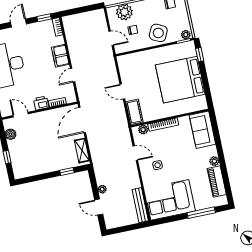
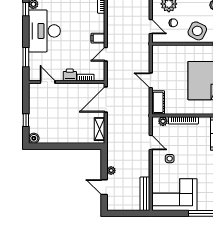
filing cabinet: (60, 56) -> (98, 38), width x0.50
boiler: (10, 134) -> (34, 138), moved
window: (67, 171) -> (81, 146), removed

